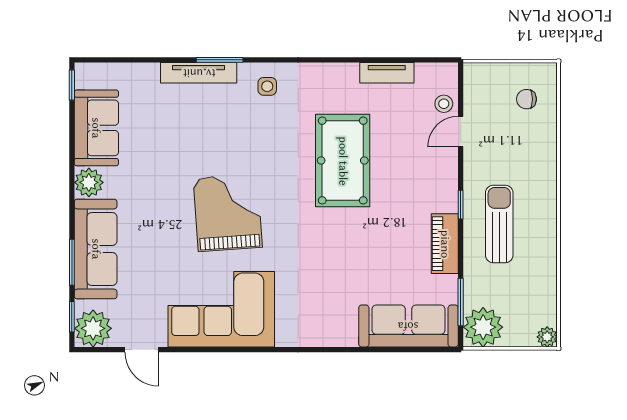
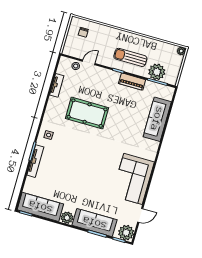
sofa: (96, 128) -> (40, 207), width x1.36
door: (461, 132) -> (89, 62), swing flipped
grand piano: (228, 213) -> (95, 165), removed
sofa: (408, 326) -> (157, 119), moved
plant: (483, 327) -> (157, 72), moved

